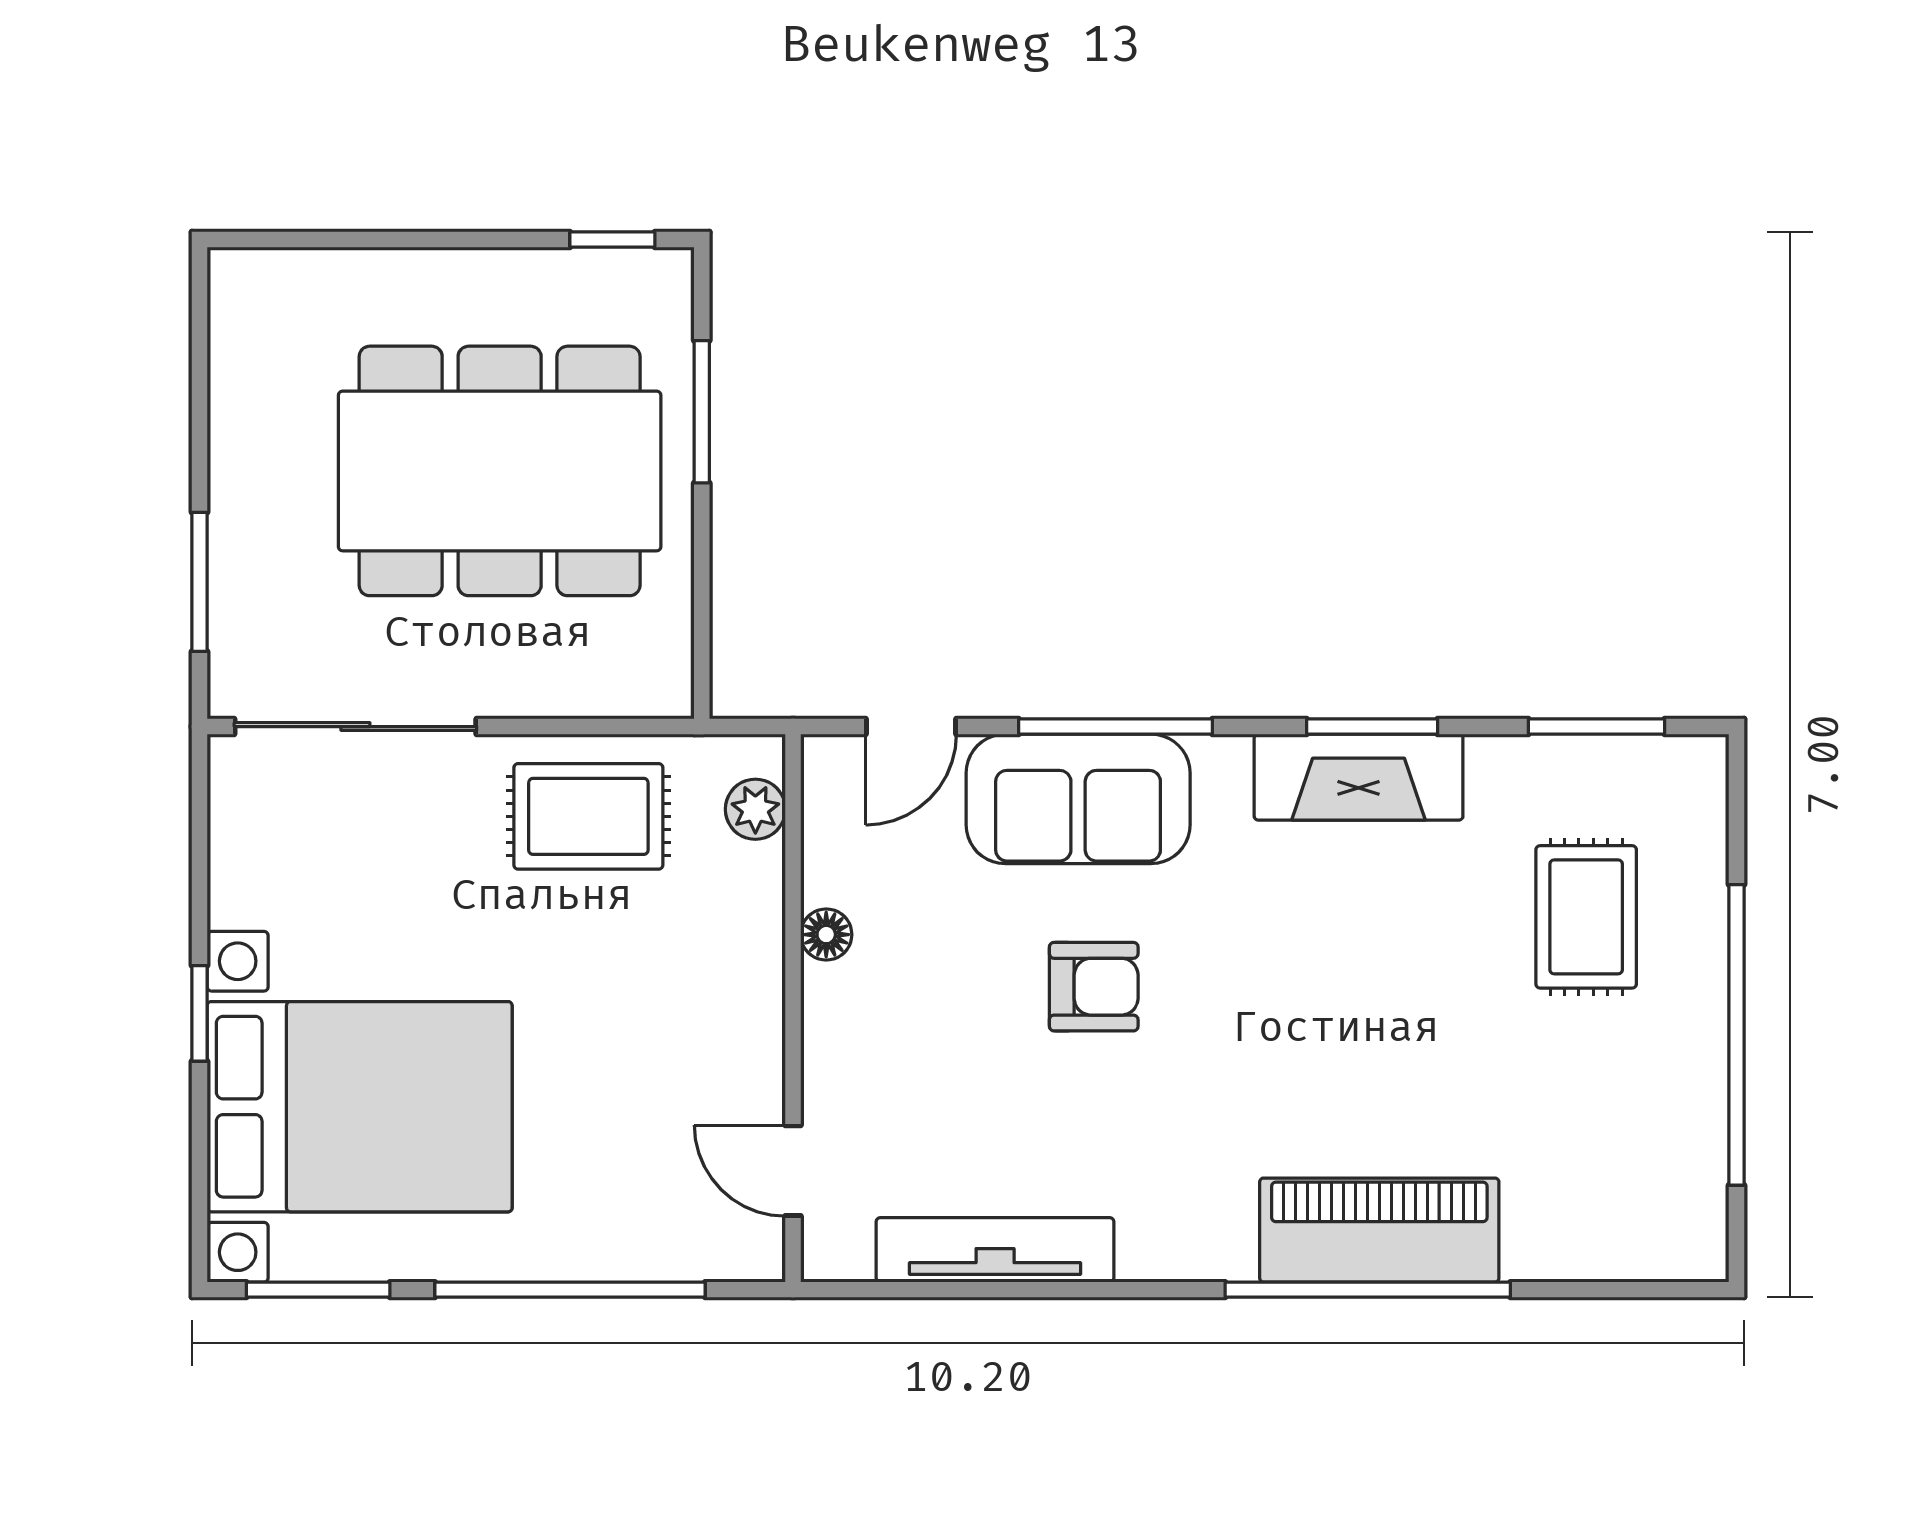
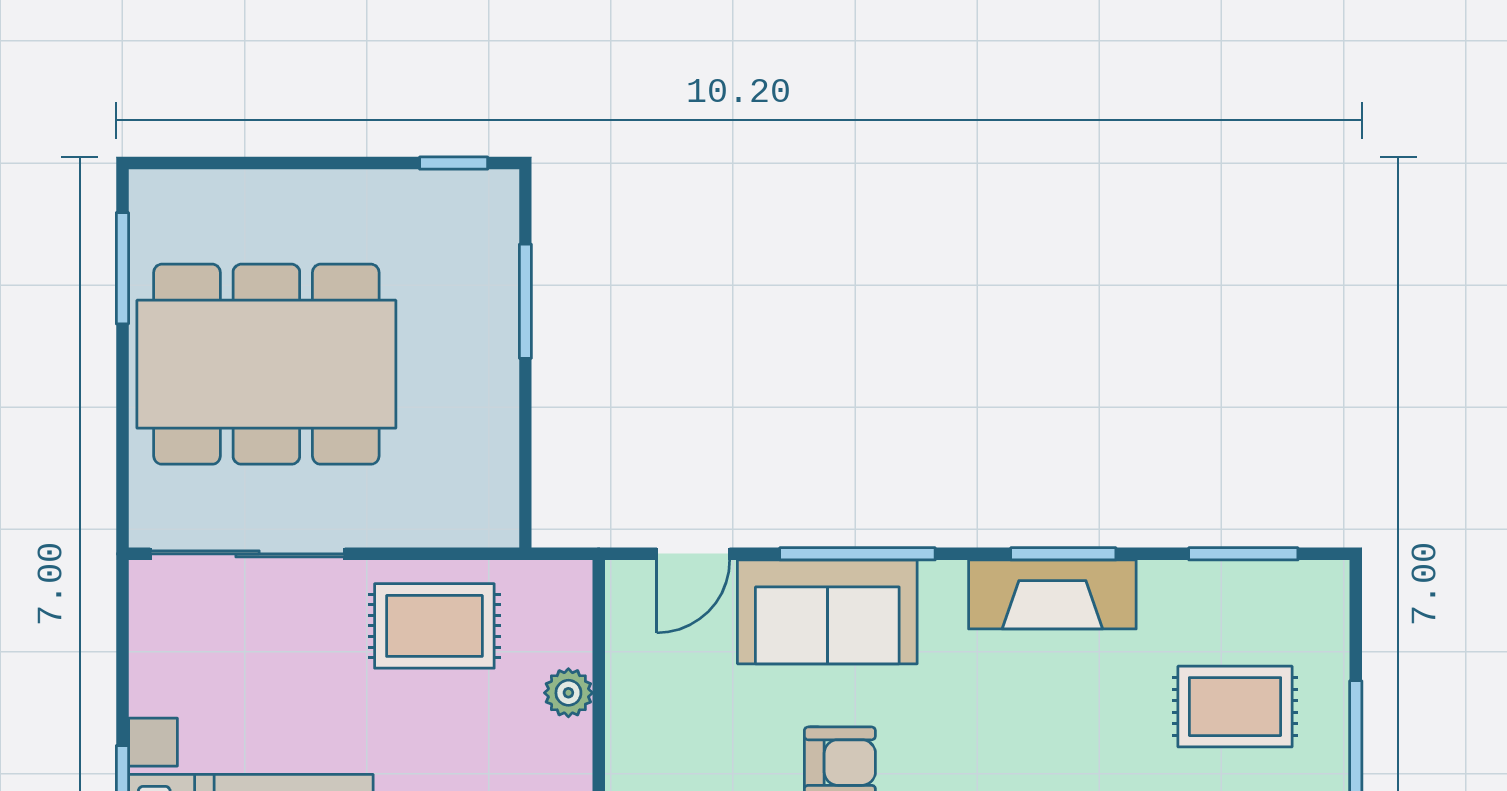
dining table: (500, 471) -> (266, 364), moved
window: (200, 582) -> (122, 268), moved
plant: (755, 809) -> (568, 693), moved
rug: (1586, 917) -> (1235, 707), turned 90
floor lamp: (826, 935) -> (625, 721), removed

